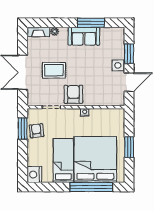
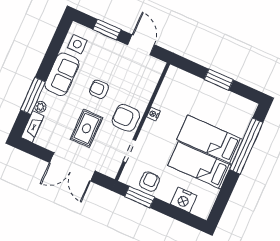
window: (91, 23) -> (33, 96), moved
side table: (118, 65) -> (77, 44), moved
armchair: (85, 67) -> (99, 89), added
armchair: (36, 131) -> (150, 182), turned 97
bed: (95, 160) -> (210, 140), width x0.49
nightstand: (34, 175) -> (184, 200), moved

